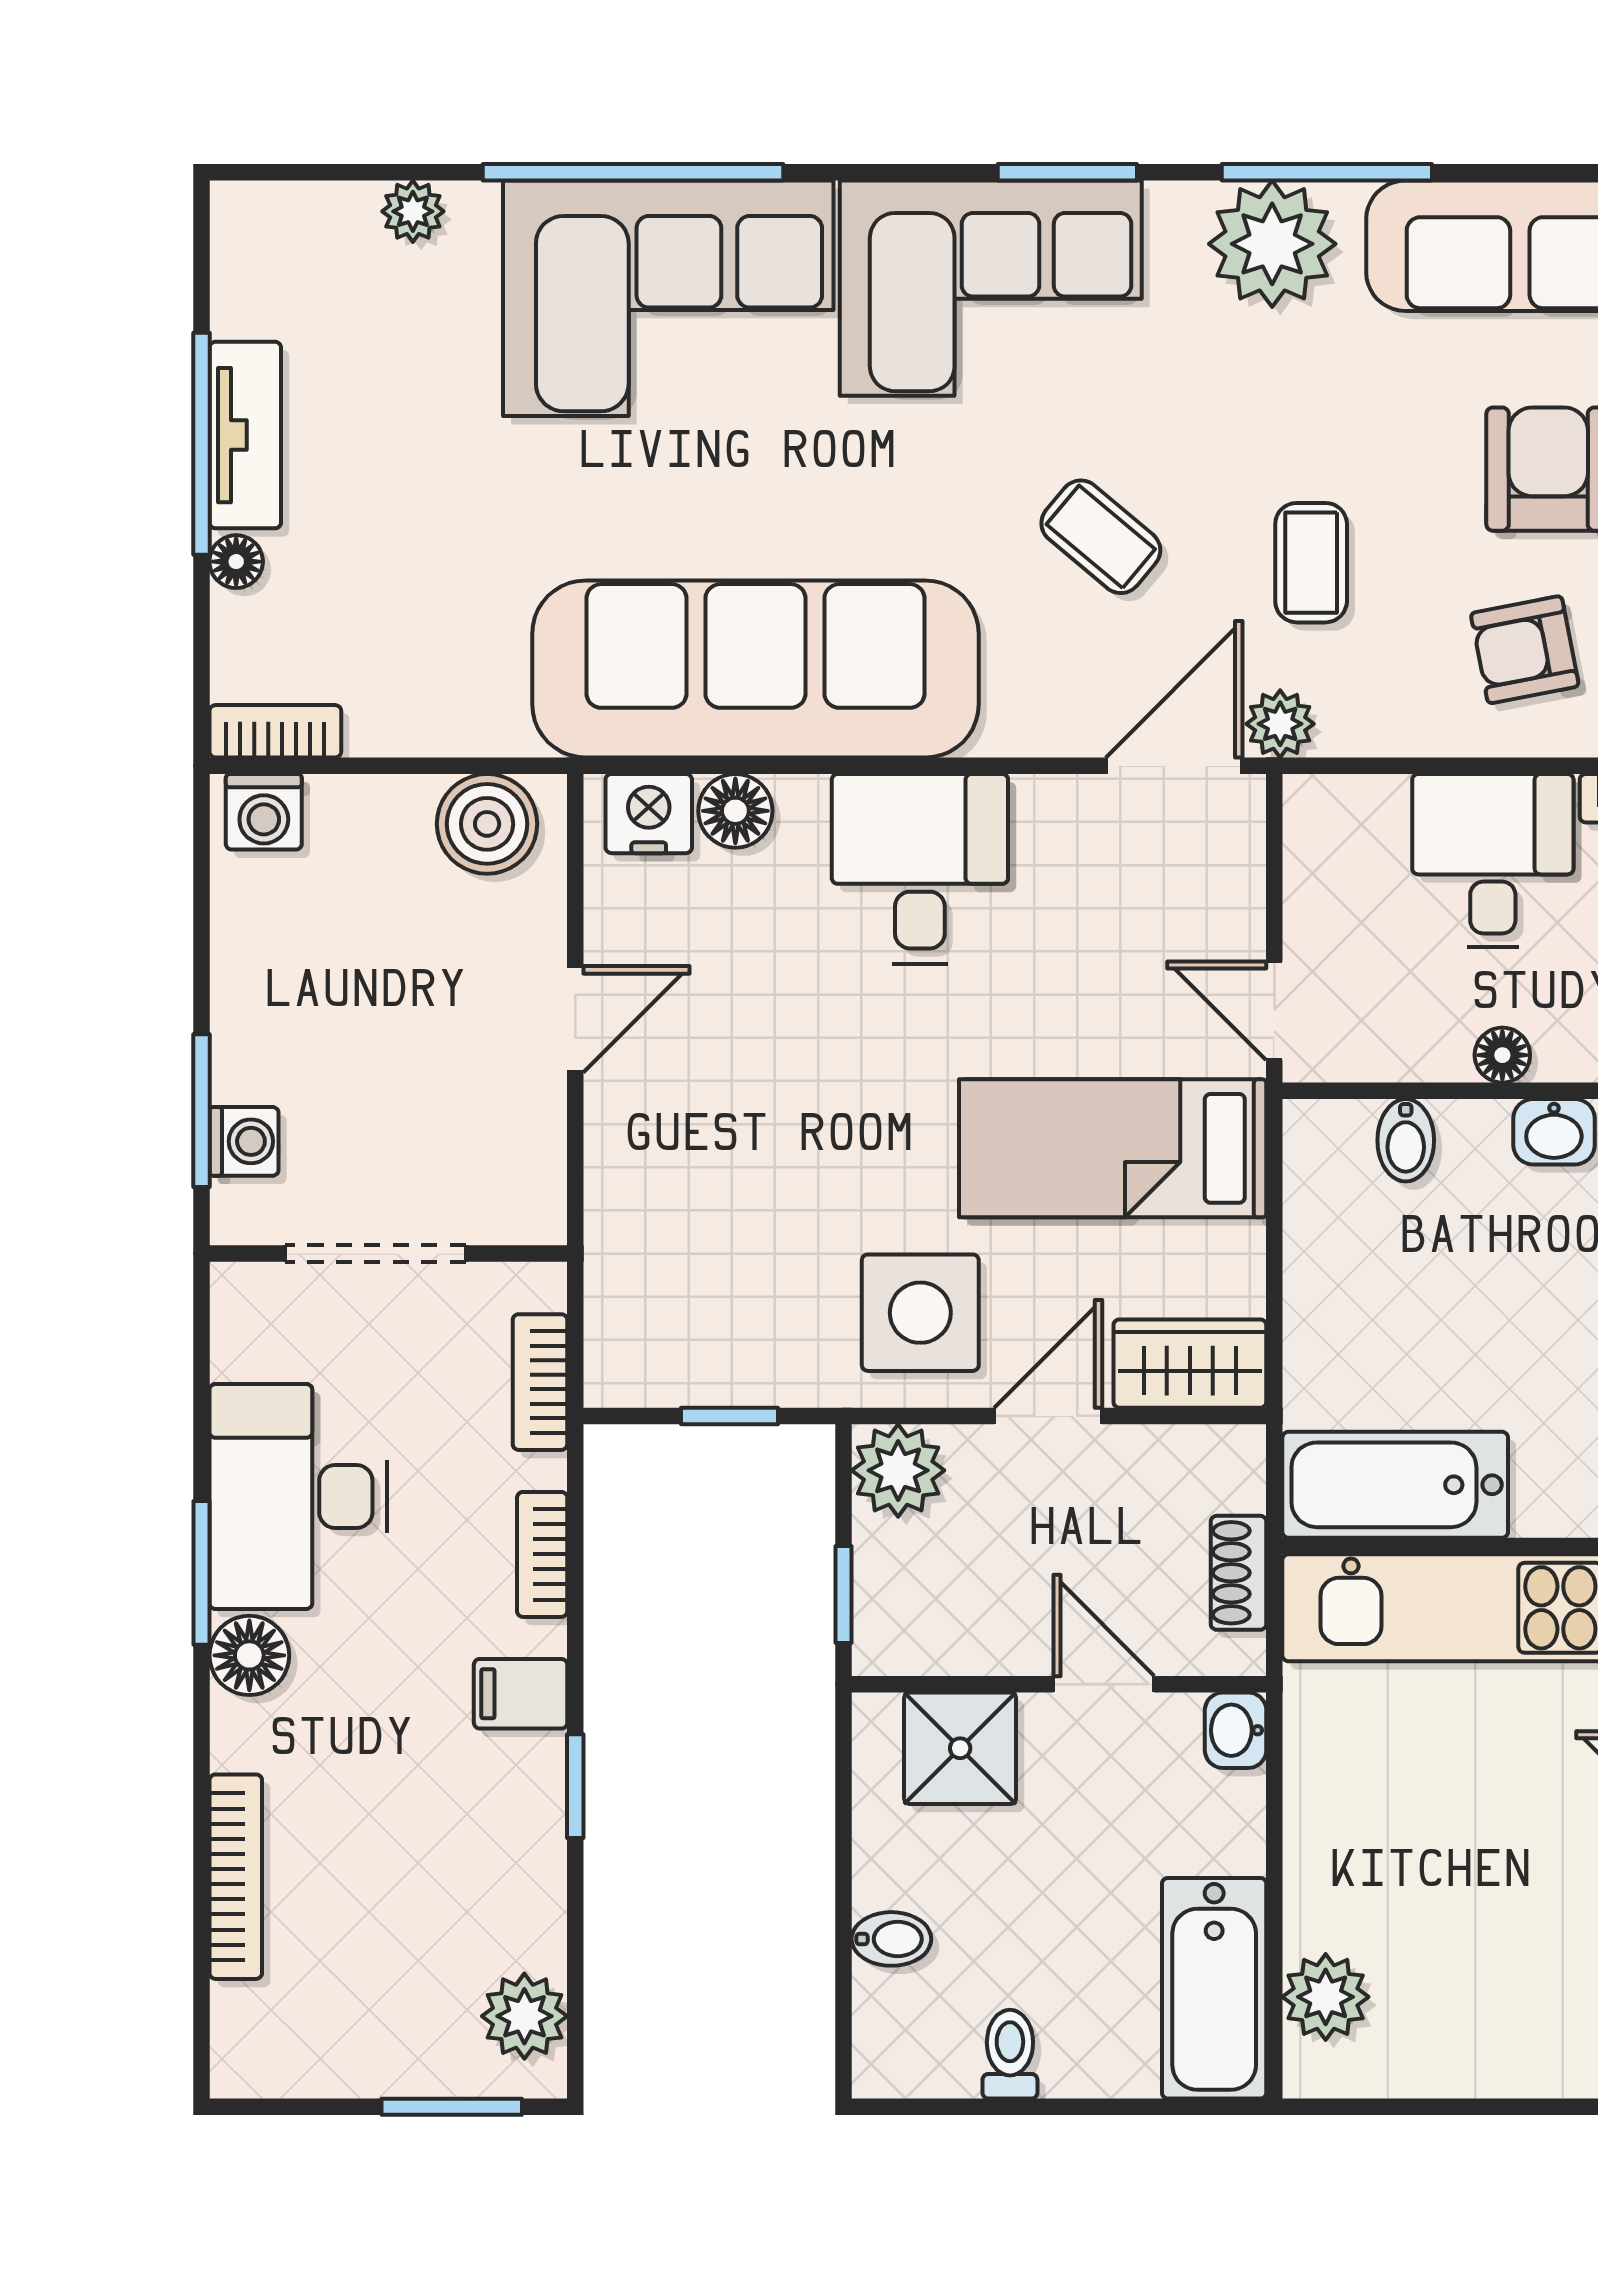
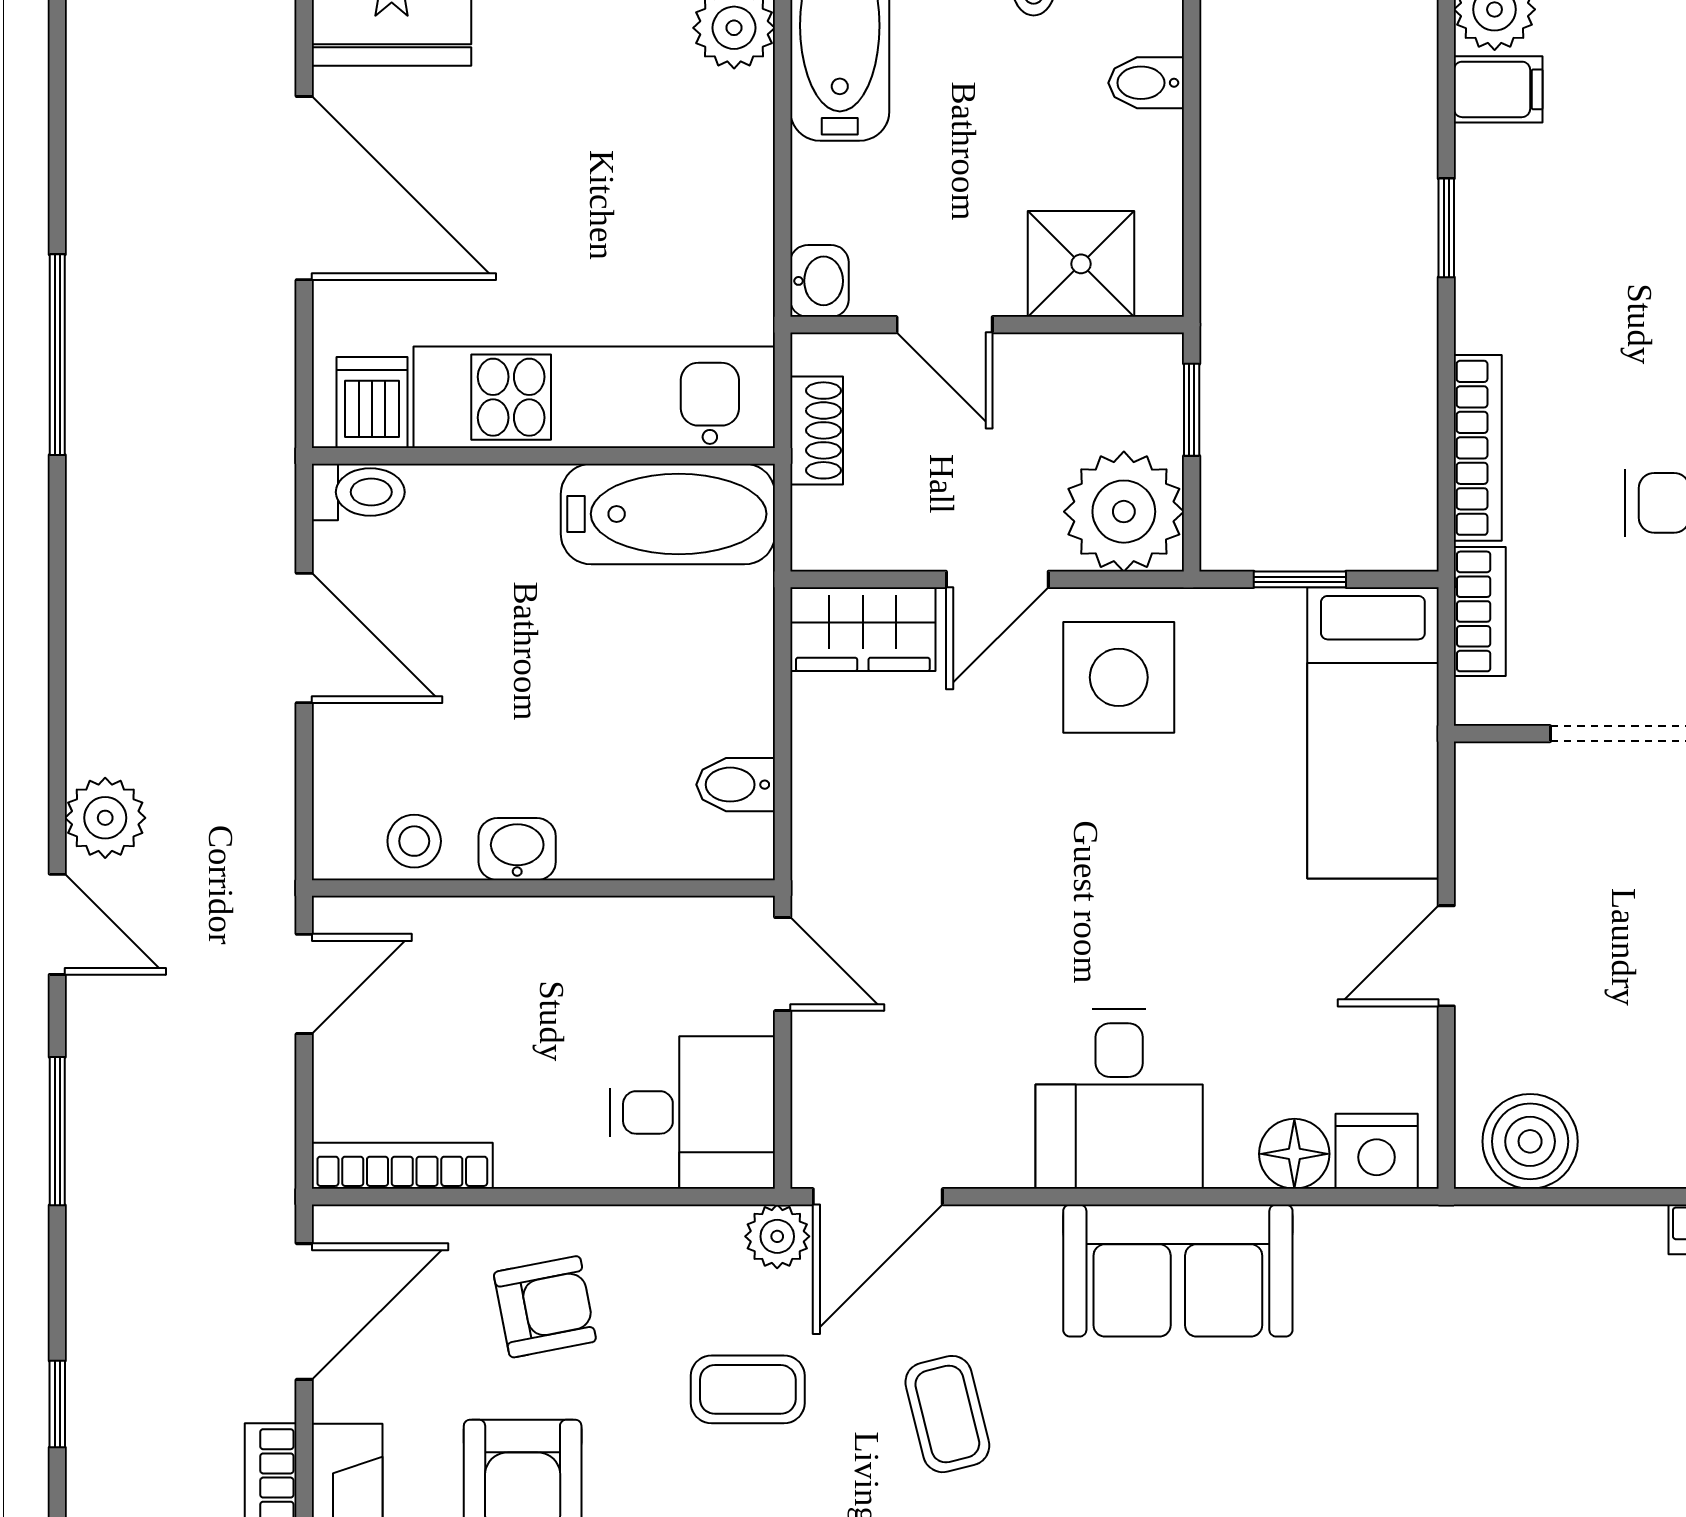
coffee table: (1101, 537) -> (947, 1414), turned 36
coffee table: (1311, 563) -> (748, 1389), turned 90
sofa: (755, 669) -> (1178, 1271), width x0.54, depth x0.79
desk: (1493, 861) -> (692, 1112), moved, turned -90
floor lamp: (1502, 1055) -> (566, 922), removed
bidet: (1406, 1140) -> (736, 785), moved, turned -90
bed: (1113, 1148) -> (1373, 733), moved, turned 90
plant: (898, 1470) -> (1124, 512), width x1.36, depth x1.36
bookcase: (542, 1554) -> (1478, 448), width x1.56
filing cabinet: (521, 1694) -> (1498, 89), moved

